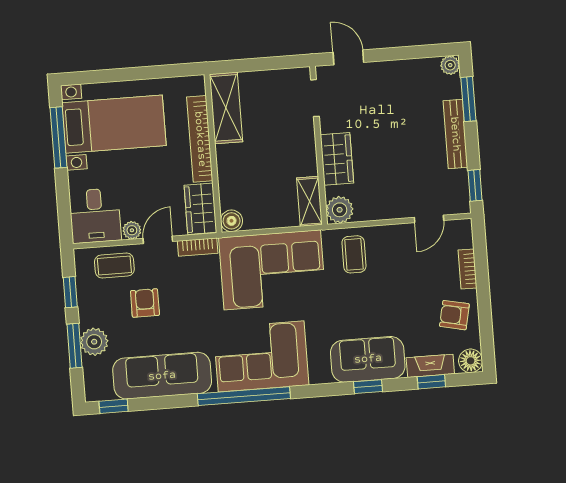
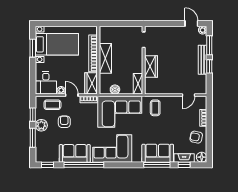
door: (348, 57) -> (191, 23), moved
shelving: (226, 108) -> (105, 58), moved
window: (58, 137) -> (33, 48), width x0.69
window: (475, 185) -> (209, 66), moved
plant: (340, 210) -> (151, 88), removed
boiler: (232, 221) -> (115, 89), moved
door: (158, 240) -> (72, 95), hinge flipped
plant: (94, 342) -> (41, 125), moved
sofa: (162, 376) -> (75, 153), width x0.73
window: (368, 387) -> (157, 165), width x2.17
window: (244, 396) -> (84, 165), moved

